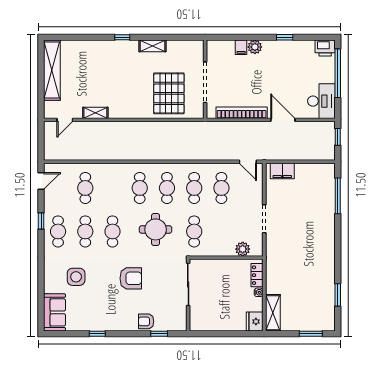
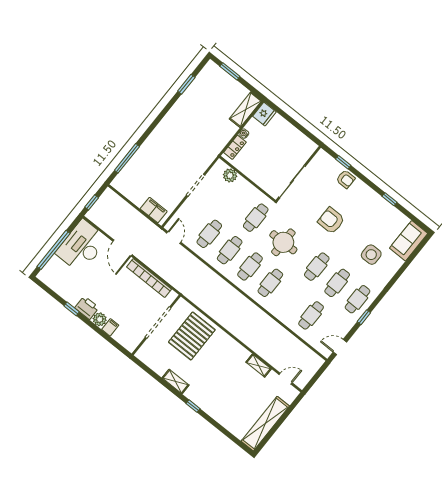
printer: (325, 48) -> (87, 308), moved
desk: (321, 101) -> (82, 246), width x1.36, depth x1.30

